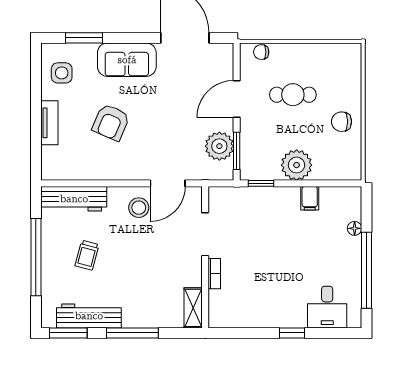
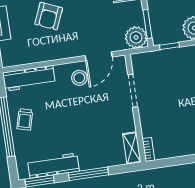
plant: (219, 146) -> (136, 37), moved
trolley: (87, 255) -> (25, 119), moved
bookcase: (214, 274) -> (148, 149), moved

